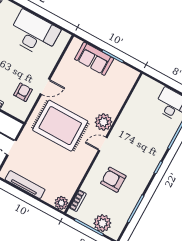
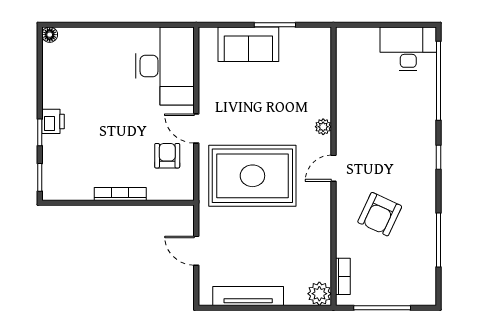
desk: (34, 33) -> (165, 66), moved, turned 90
door: (45, 87) -> (196, 128), swing flipped
plant: (104, 122) -> (323, 127), width x0.53, depth x0.53
armchair: (113, 180) -> (380, 214), turned -65
plant: (102, 223) -> (400, 290), removed

